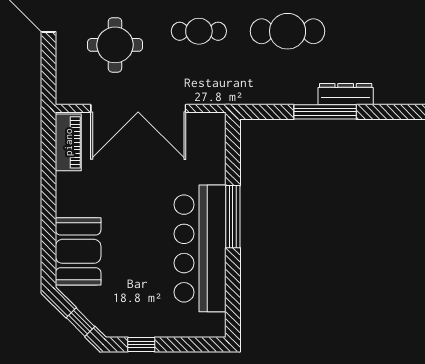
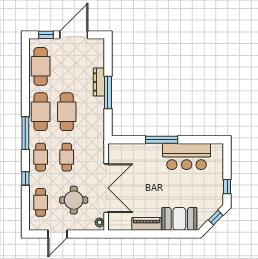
plant: (71, 95) -> (100, 222), added
piano: (68, 142) -> (146, 224), moved
bar counter: (200, 248) -> (187, 156), width x0.73

